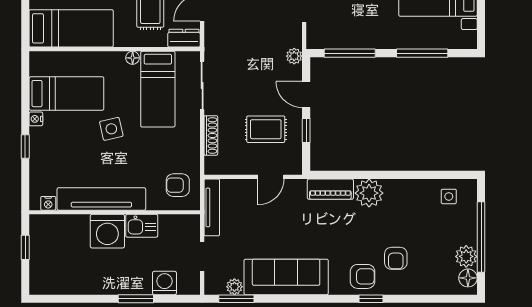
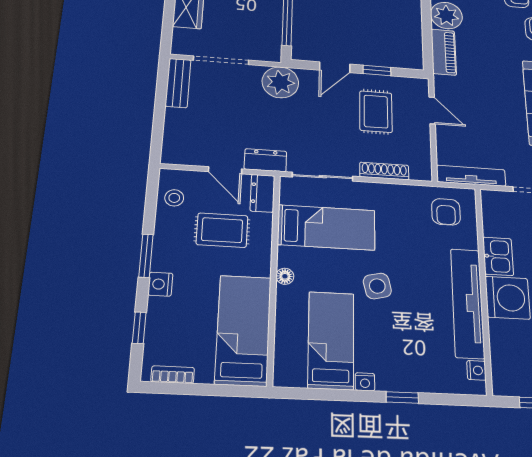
dresser: (213, 39) -> (265, 160), added
plant: (294, 56) -> (280, 82), width x1.88, depth x1.88
floor lamp: (133, 58) -> (285, 276), moved

